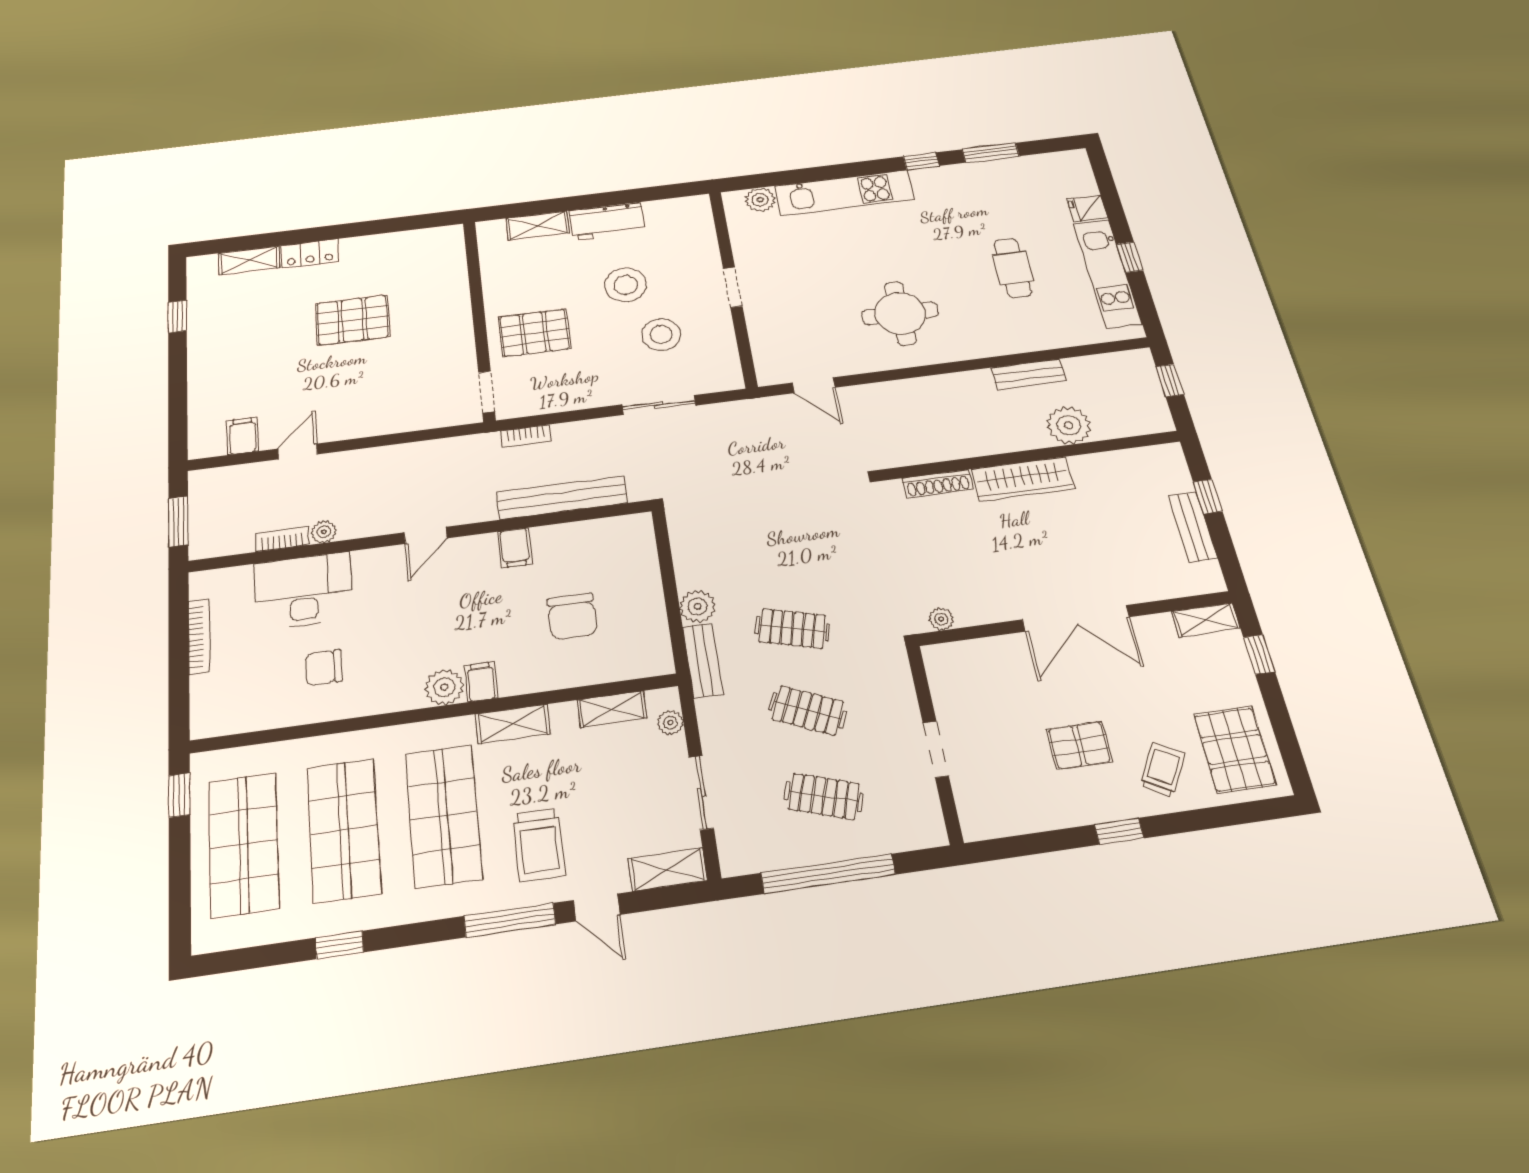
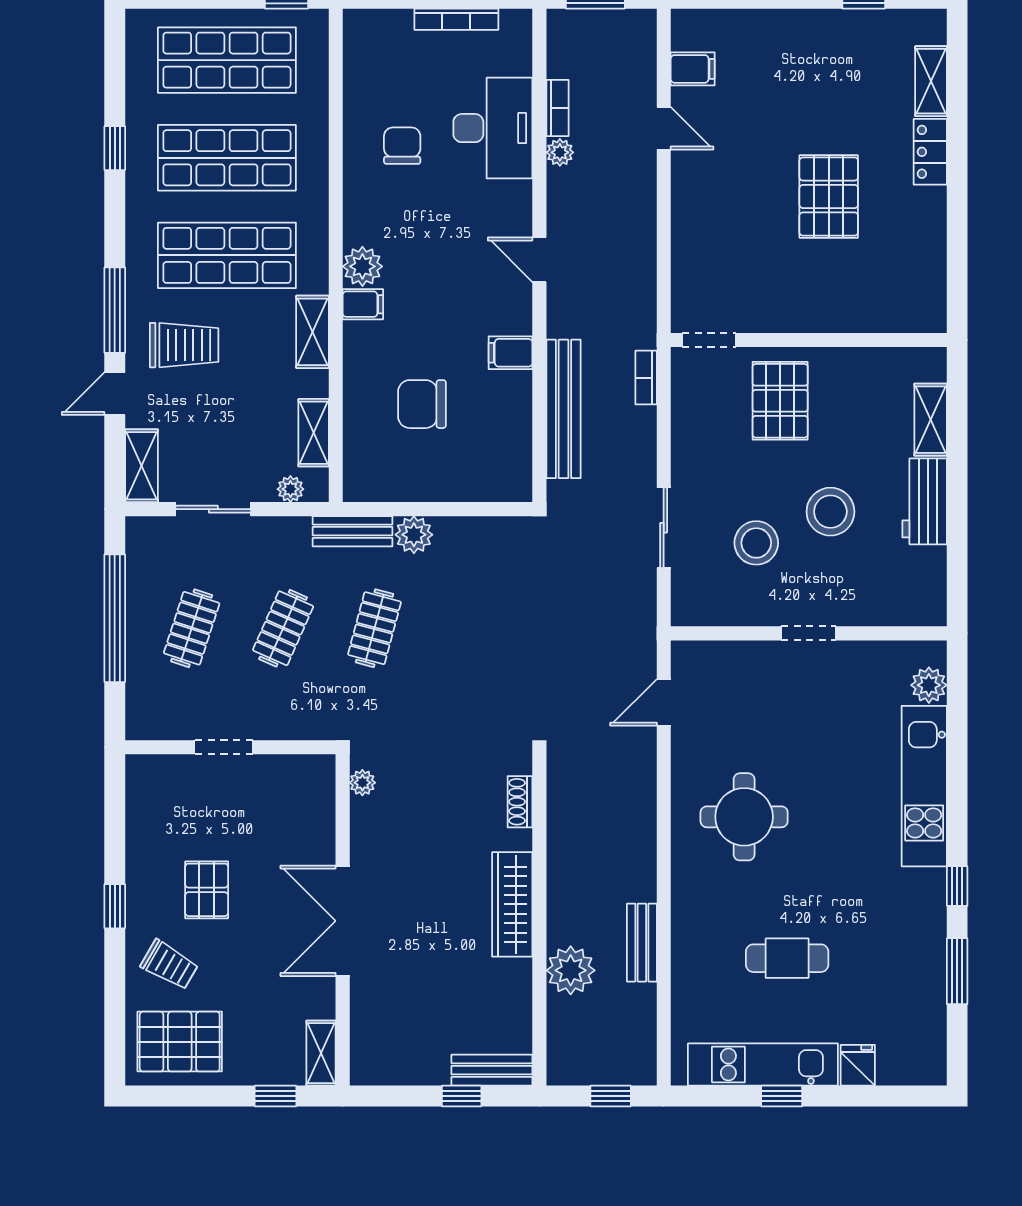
shoe rack: (938, 484) -> (520, 802), width x0.70
bench: (1193, 527) -> (492, 1070), moved
trolley: (539, 845) -> (184, 345), turned 180

